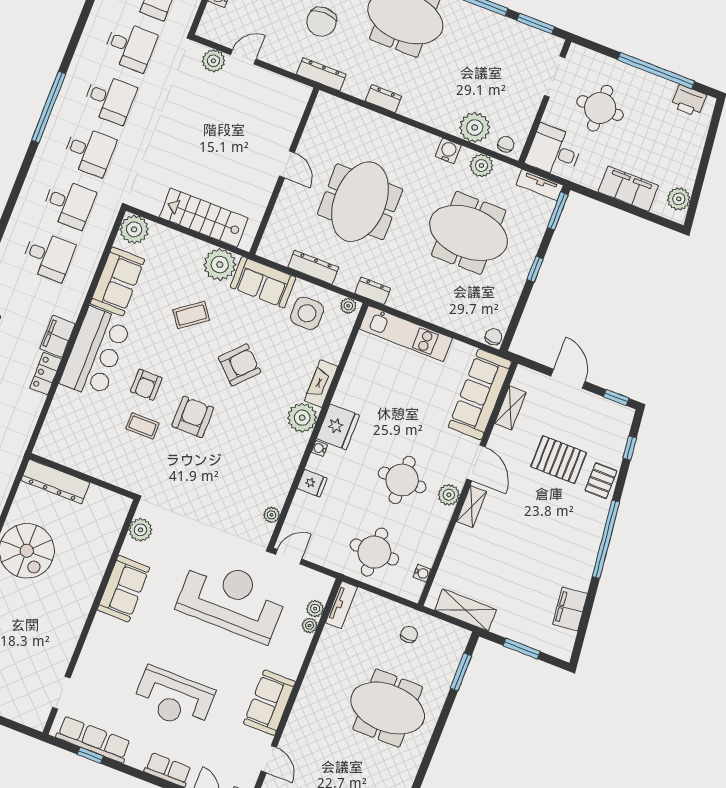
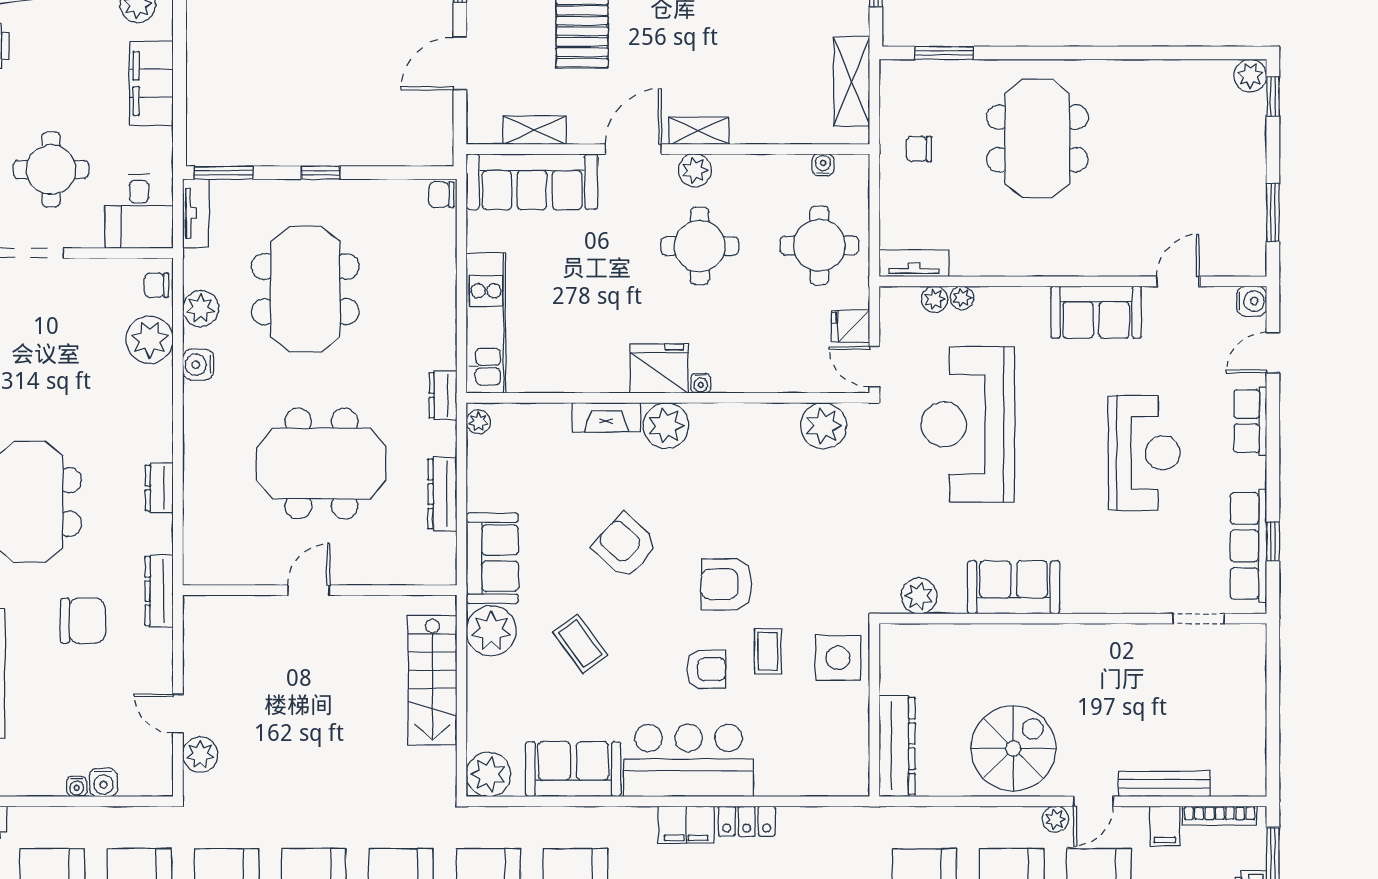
side table: (307, 313) -> (838, 658), moved
fridge: (312, 483) -> (851, 326), moved, turned -90
plant: (272, 515) -> (824, 426), width x1.87, depth x1.87

